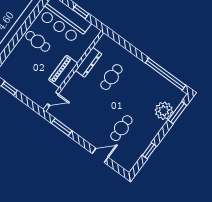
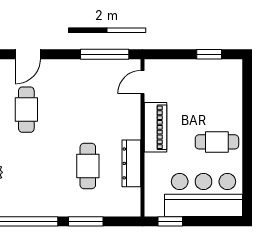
window: (81, 12) -> (170, 221), moved
window: (133, 50) -> (86, 221), added
window: (62, 127) -> (105, 54), width x1.44

